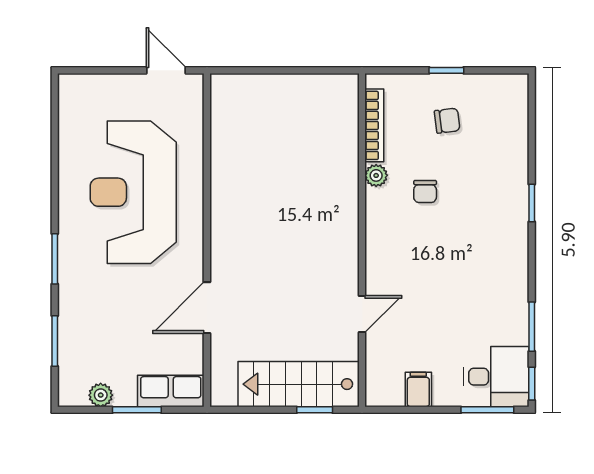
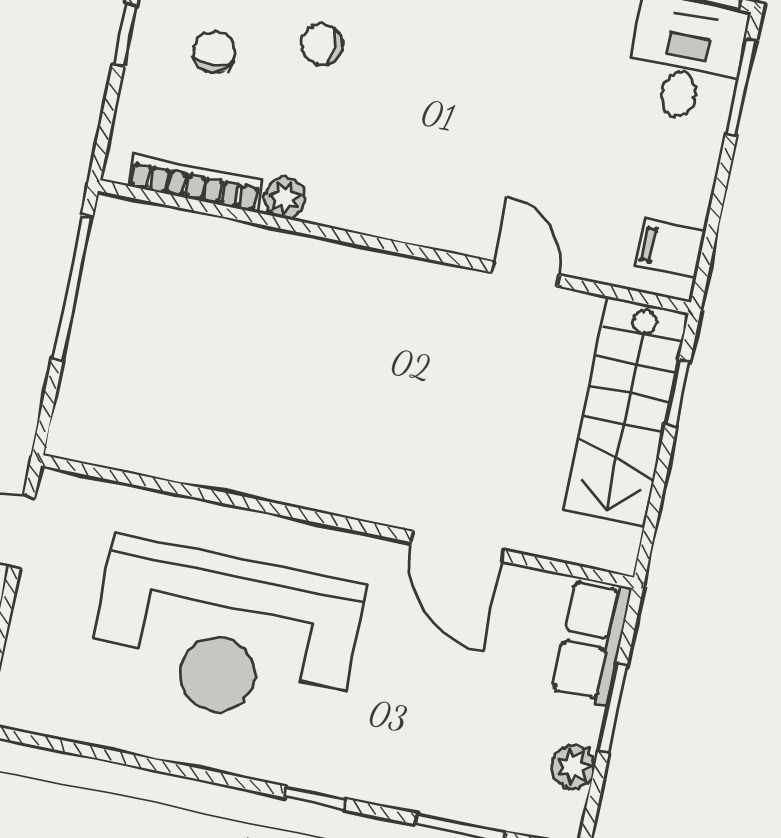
window: (304, 70) -> (72, 288), added
chair: (425, 192) -> (322, 44), moved, turned 180
window: (55, 259) -> (315, 798), width x0.67
filing cabinet: (418, 390) -> (670, 249), moved

